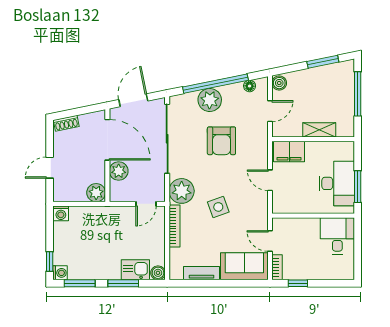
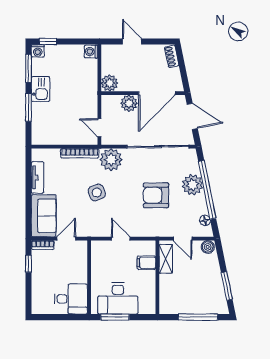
shelving: (319, 130) -> (166, 259), moved
filing cabinet: (289, 152) -> (146, 263), width x0.50
door: (270, 180) -> (121, 239), hinge flipped
kitchen sink: (135, 270) -> (41, 89), moved
boiler: (158, 273) -> (38, 138), removed

